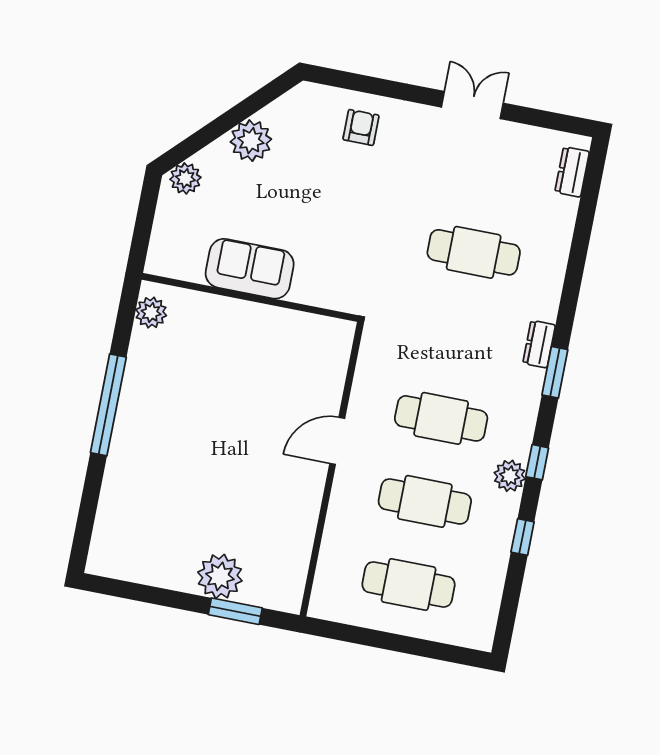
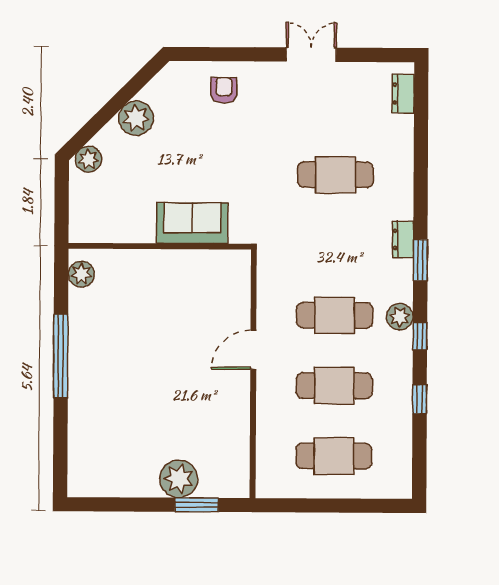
sofa: (250, 269) -> (192, 223), moved
plant: (510, 476) -> (400, 317), moved

